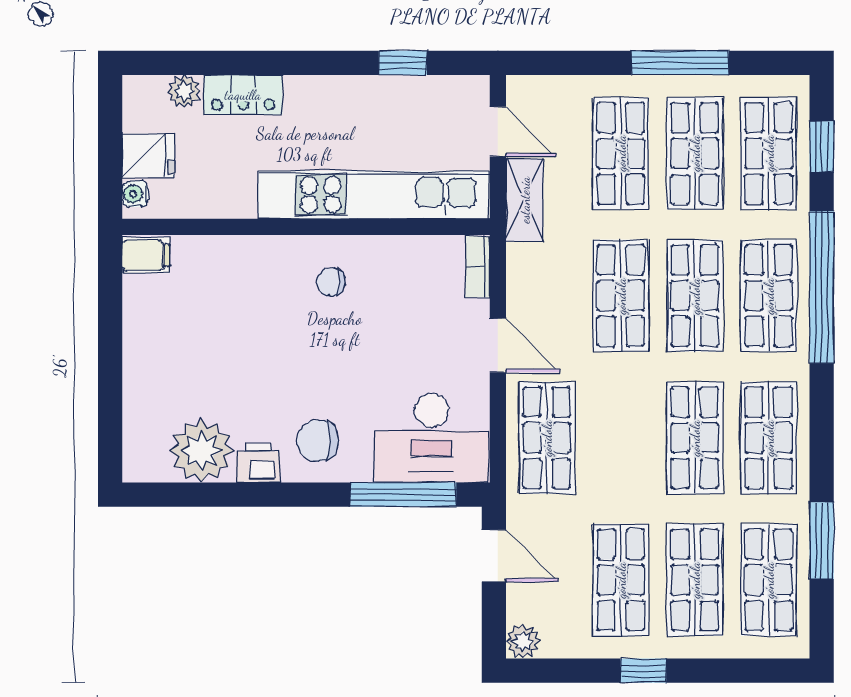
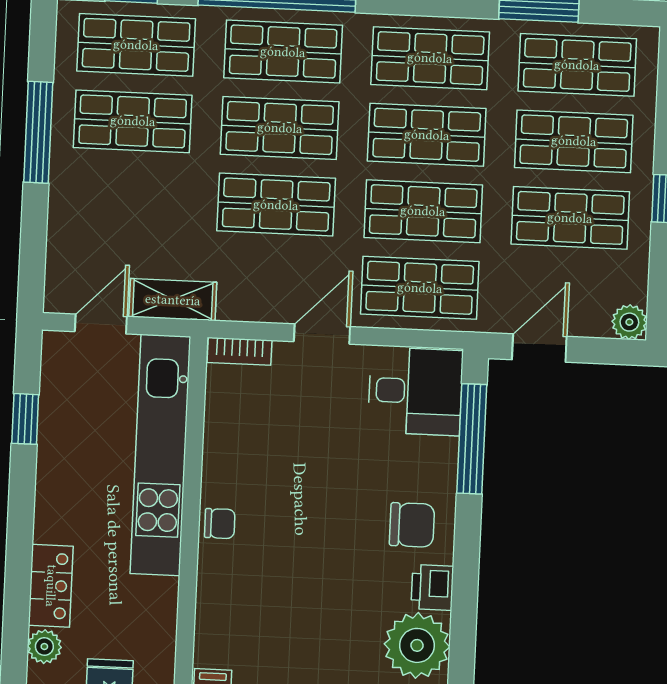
shop shelf: (621, 153) -> (423, 211), moved
chair: (331, 282) -> (220, 524), moved, turned -90
desk: (431, 438) -> (415, 391), width x0.73
chair: (318, 441) -> (412, 525), turned -90

